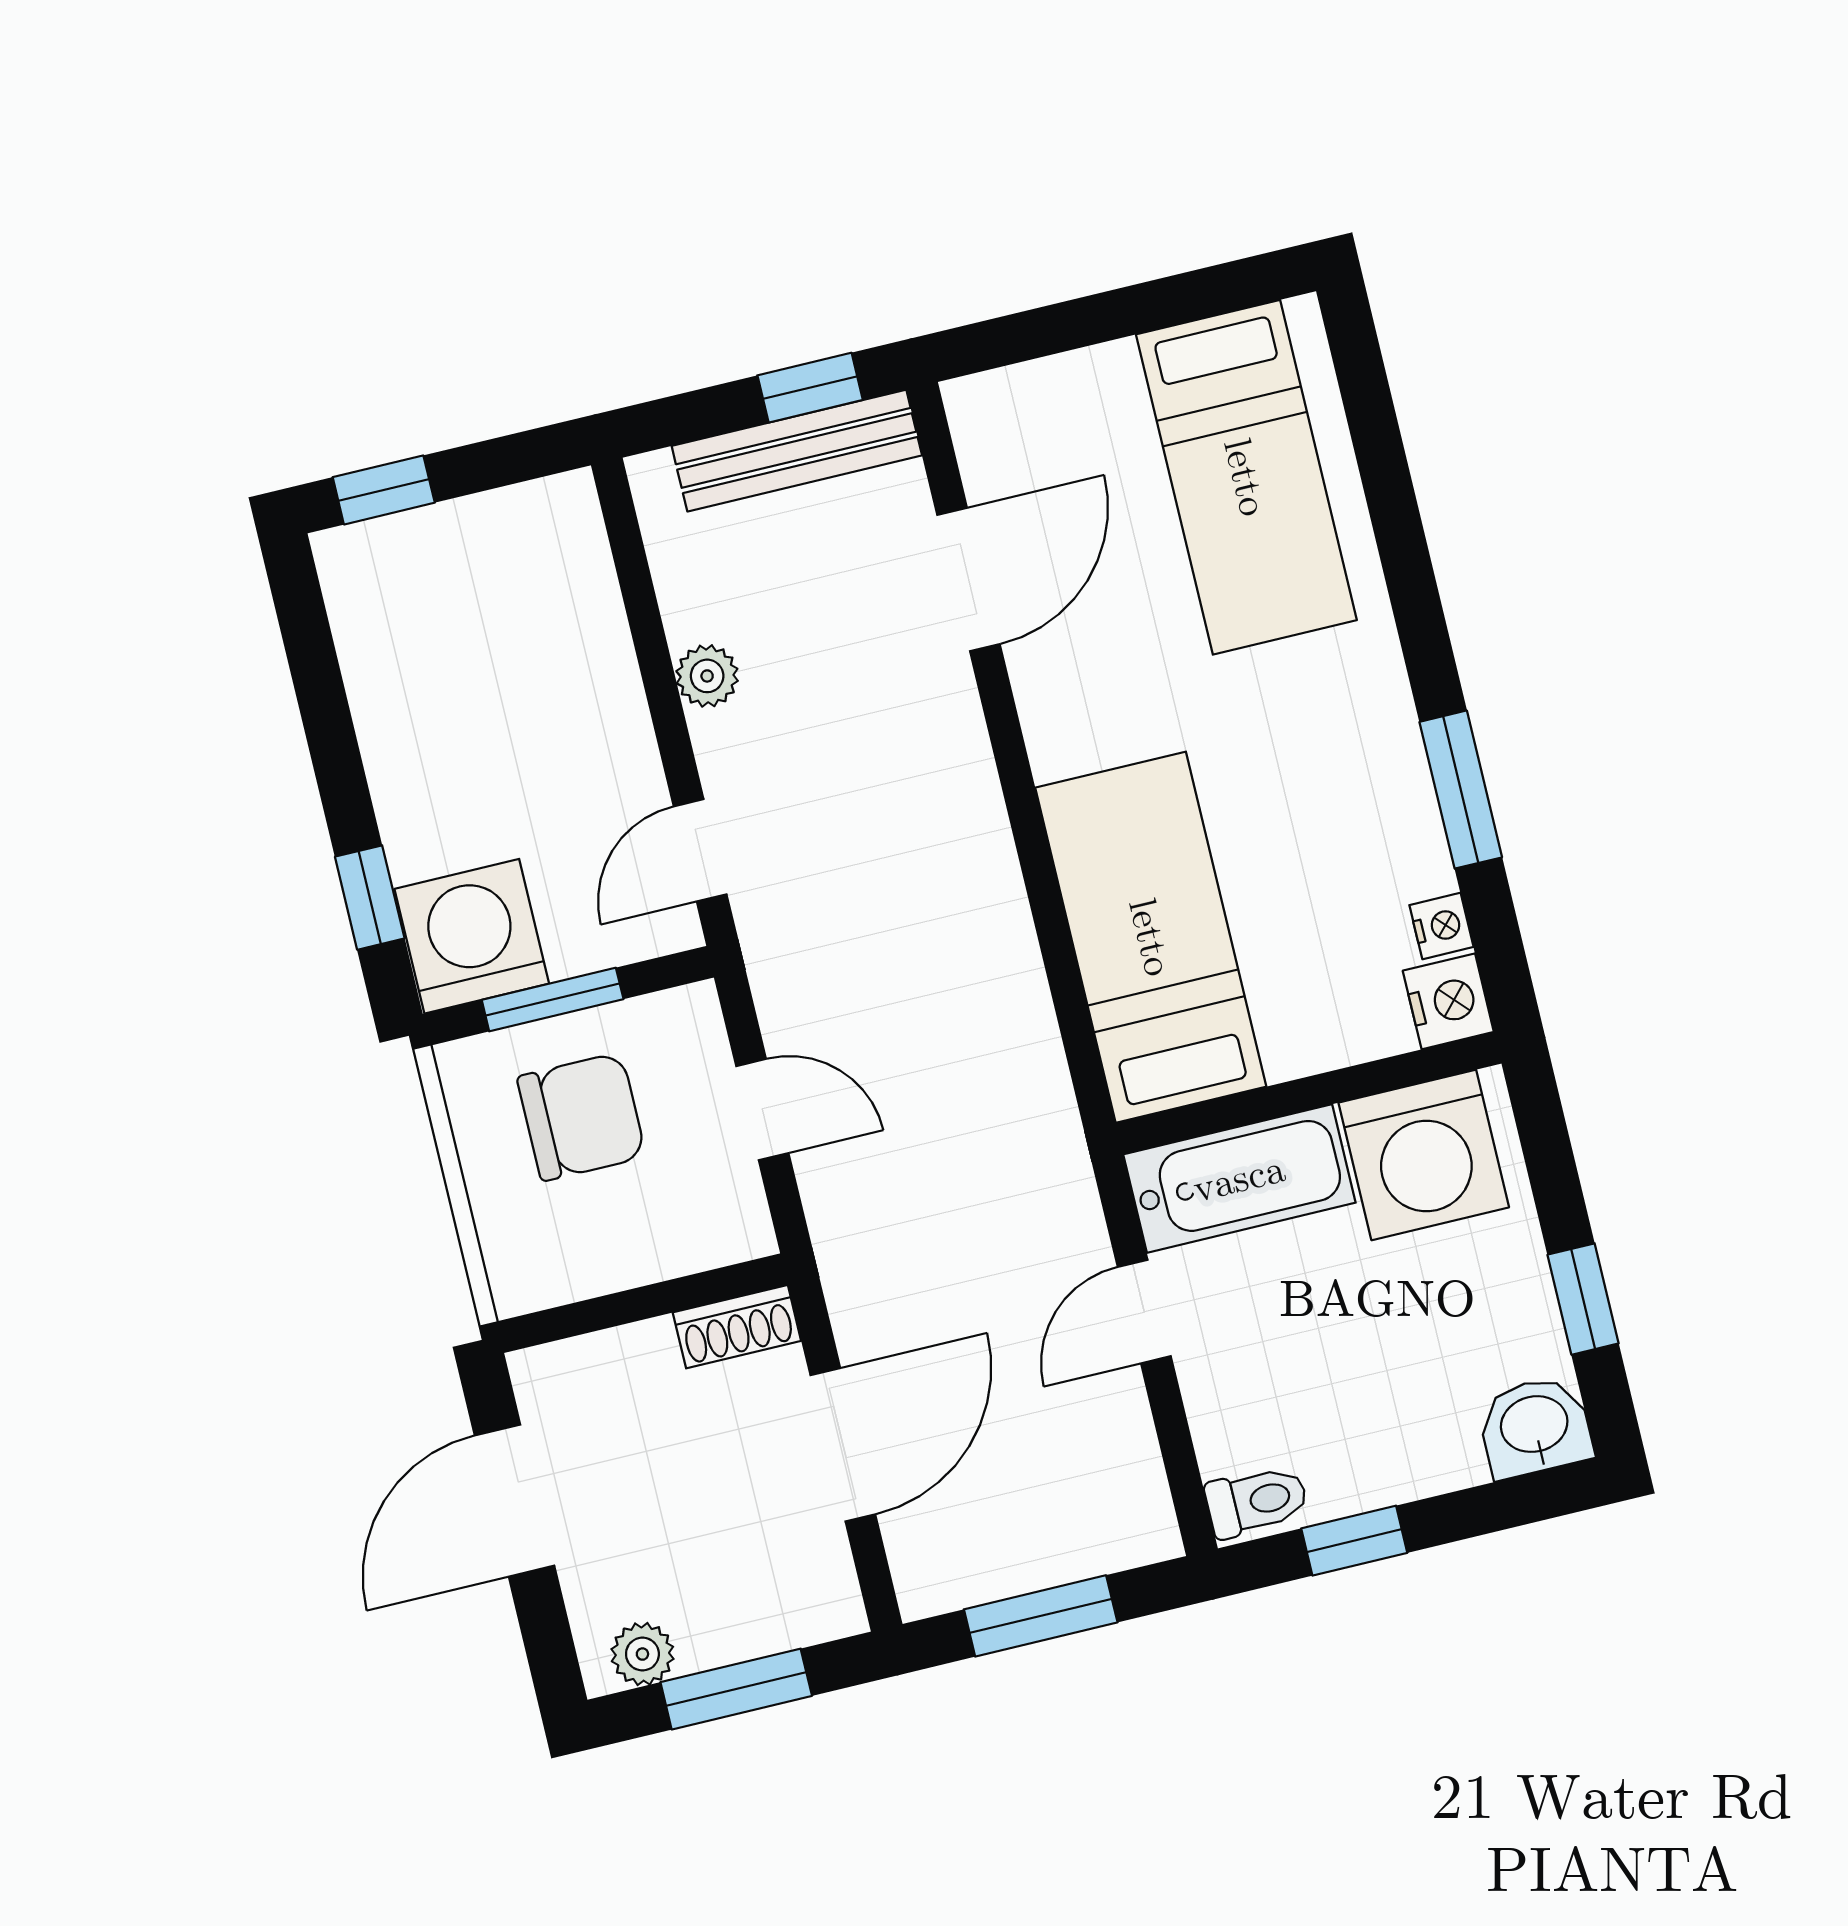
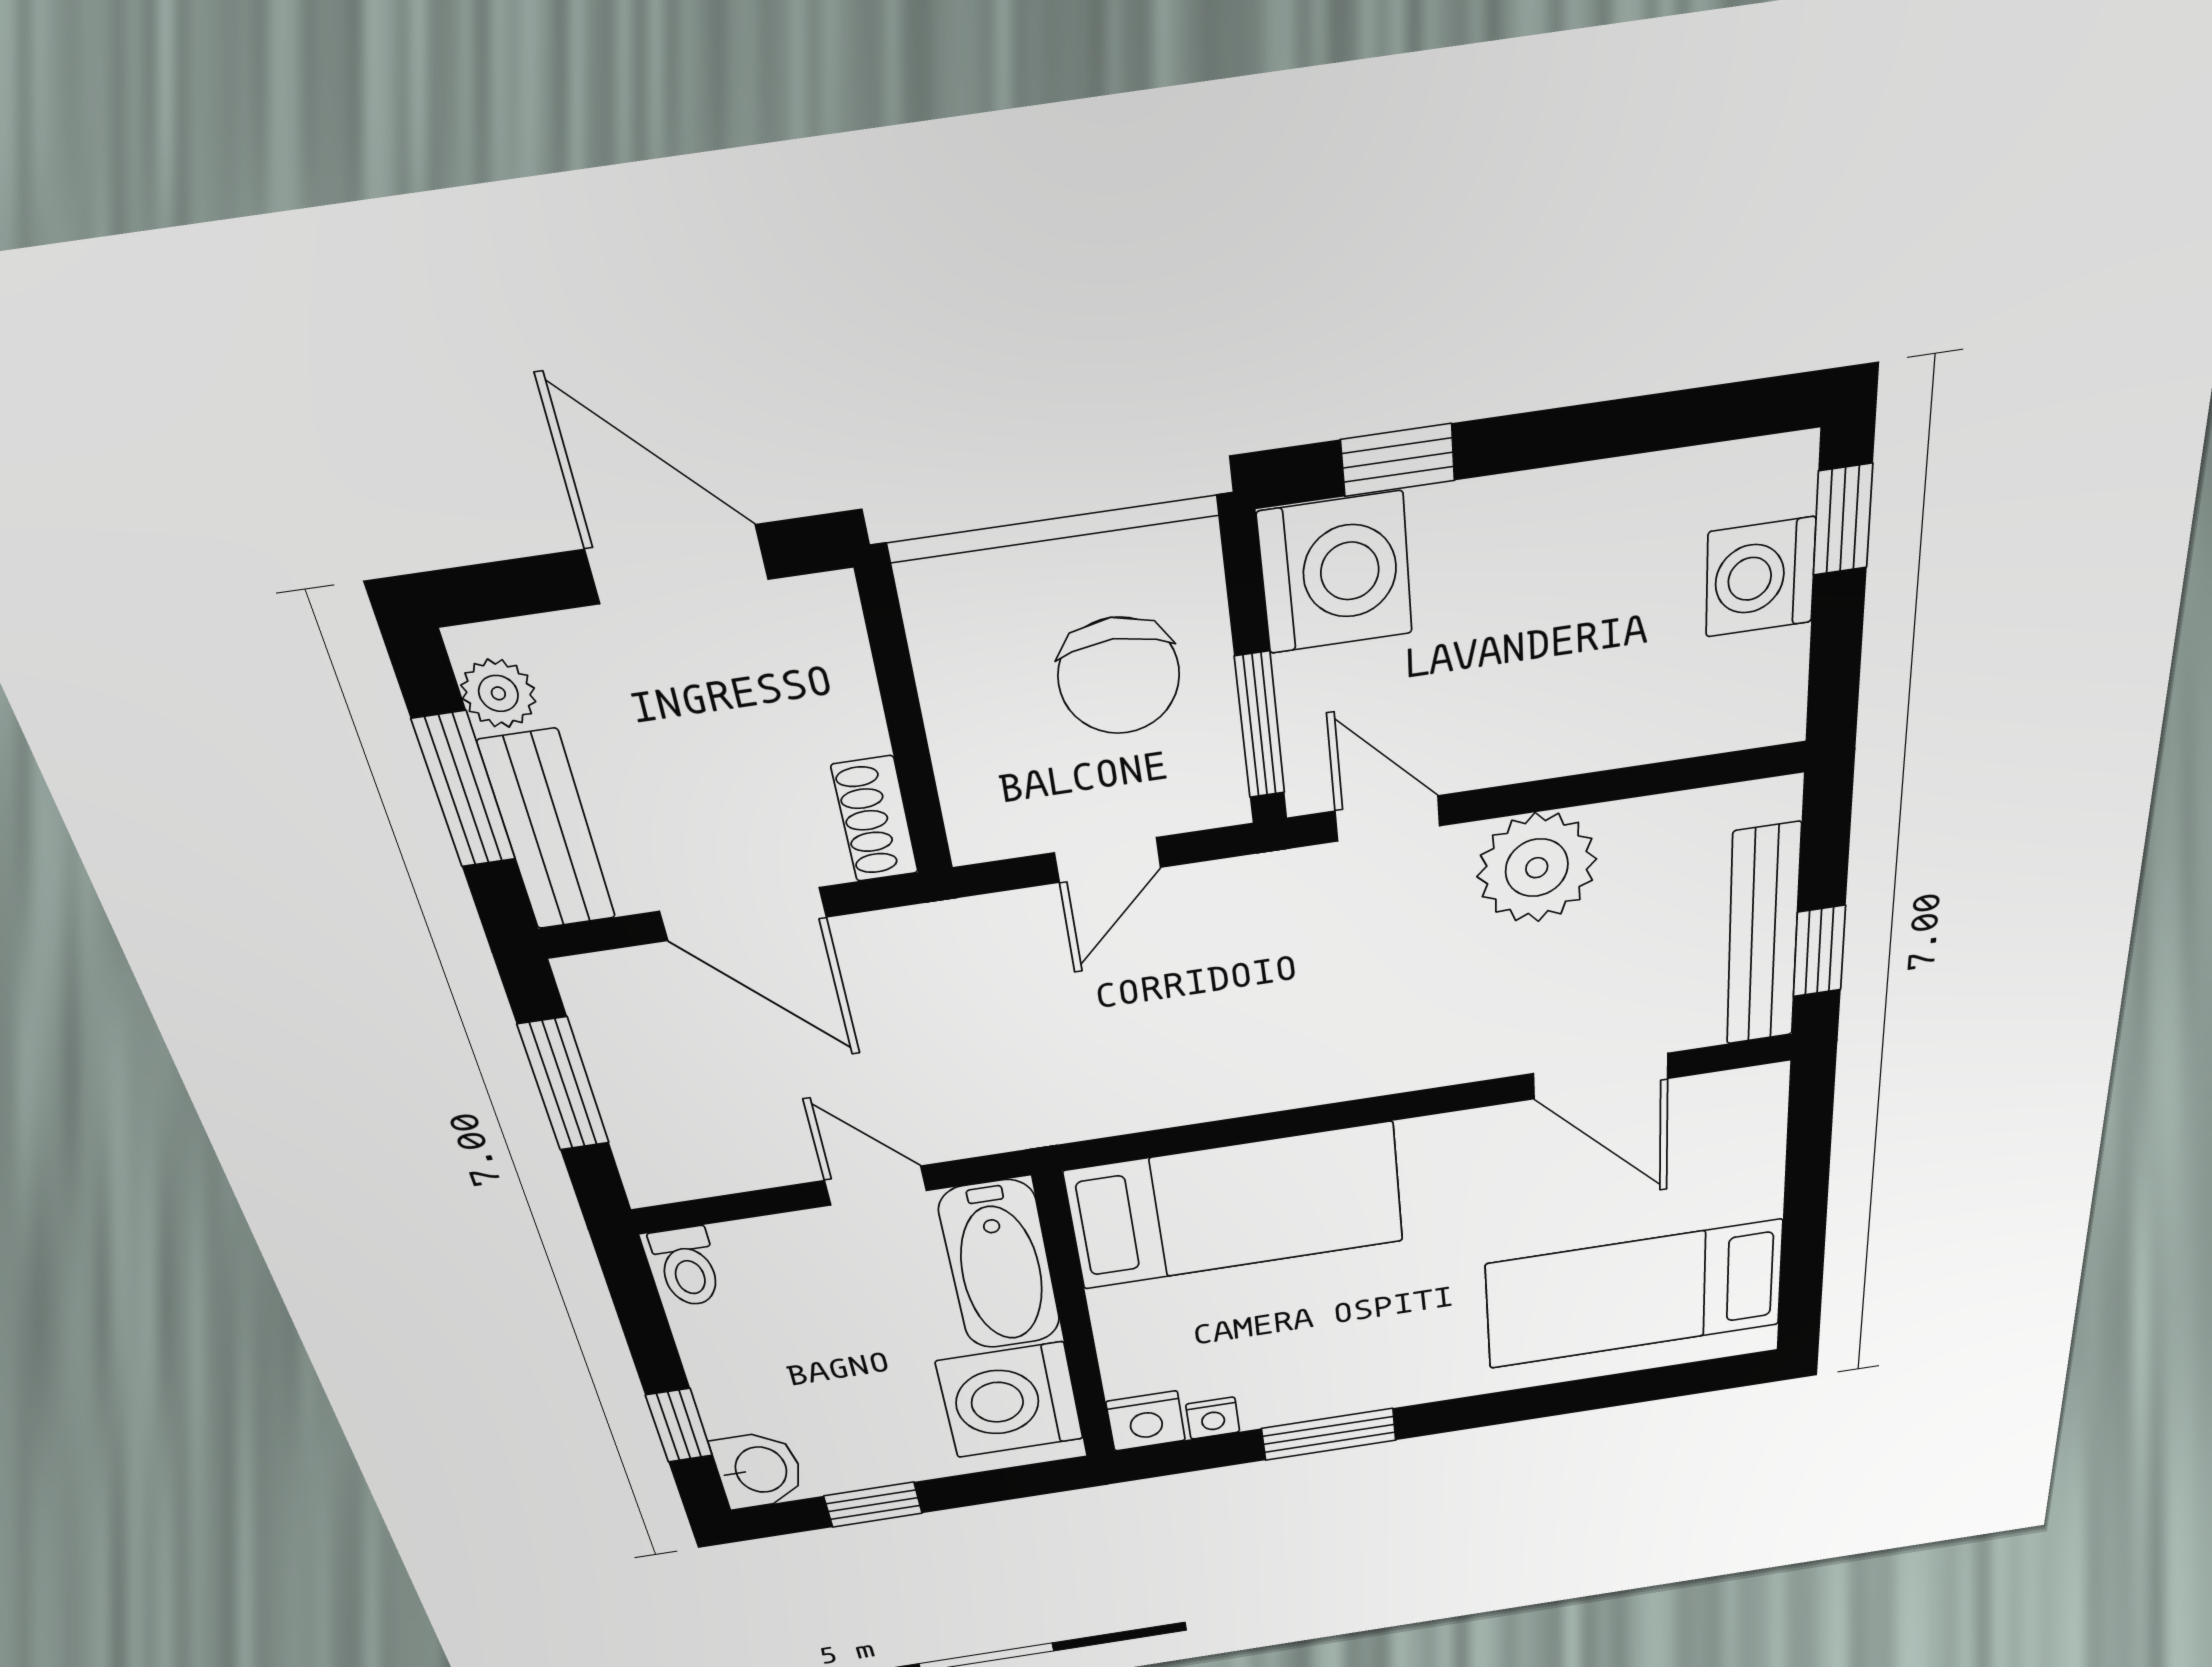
washing machine: (441, 551) -> (1760, 577), added
plant: (707, 676) -> (1537, 868), width x1.88, depth x1.88
window: (553, 1000) -> (1260, 725), moved
window: (1354, 1541) -> (679, 1425), moved
bench: (771, 1619) -> (548, 831), added

